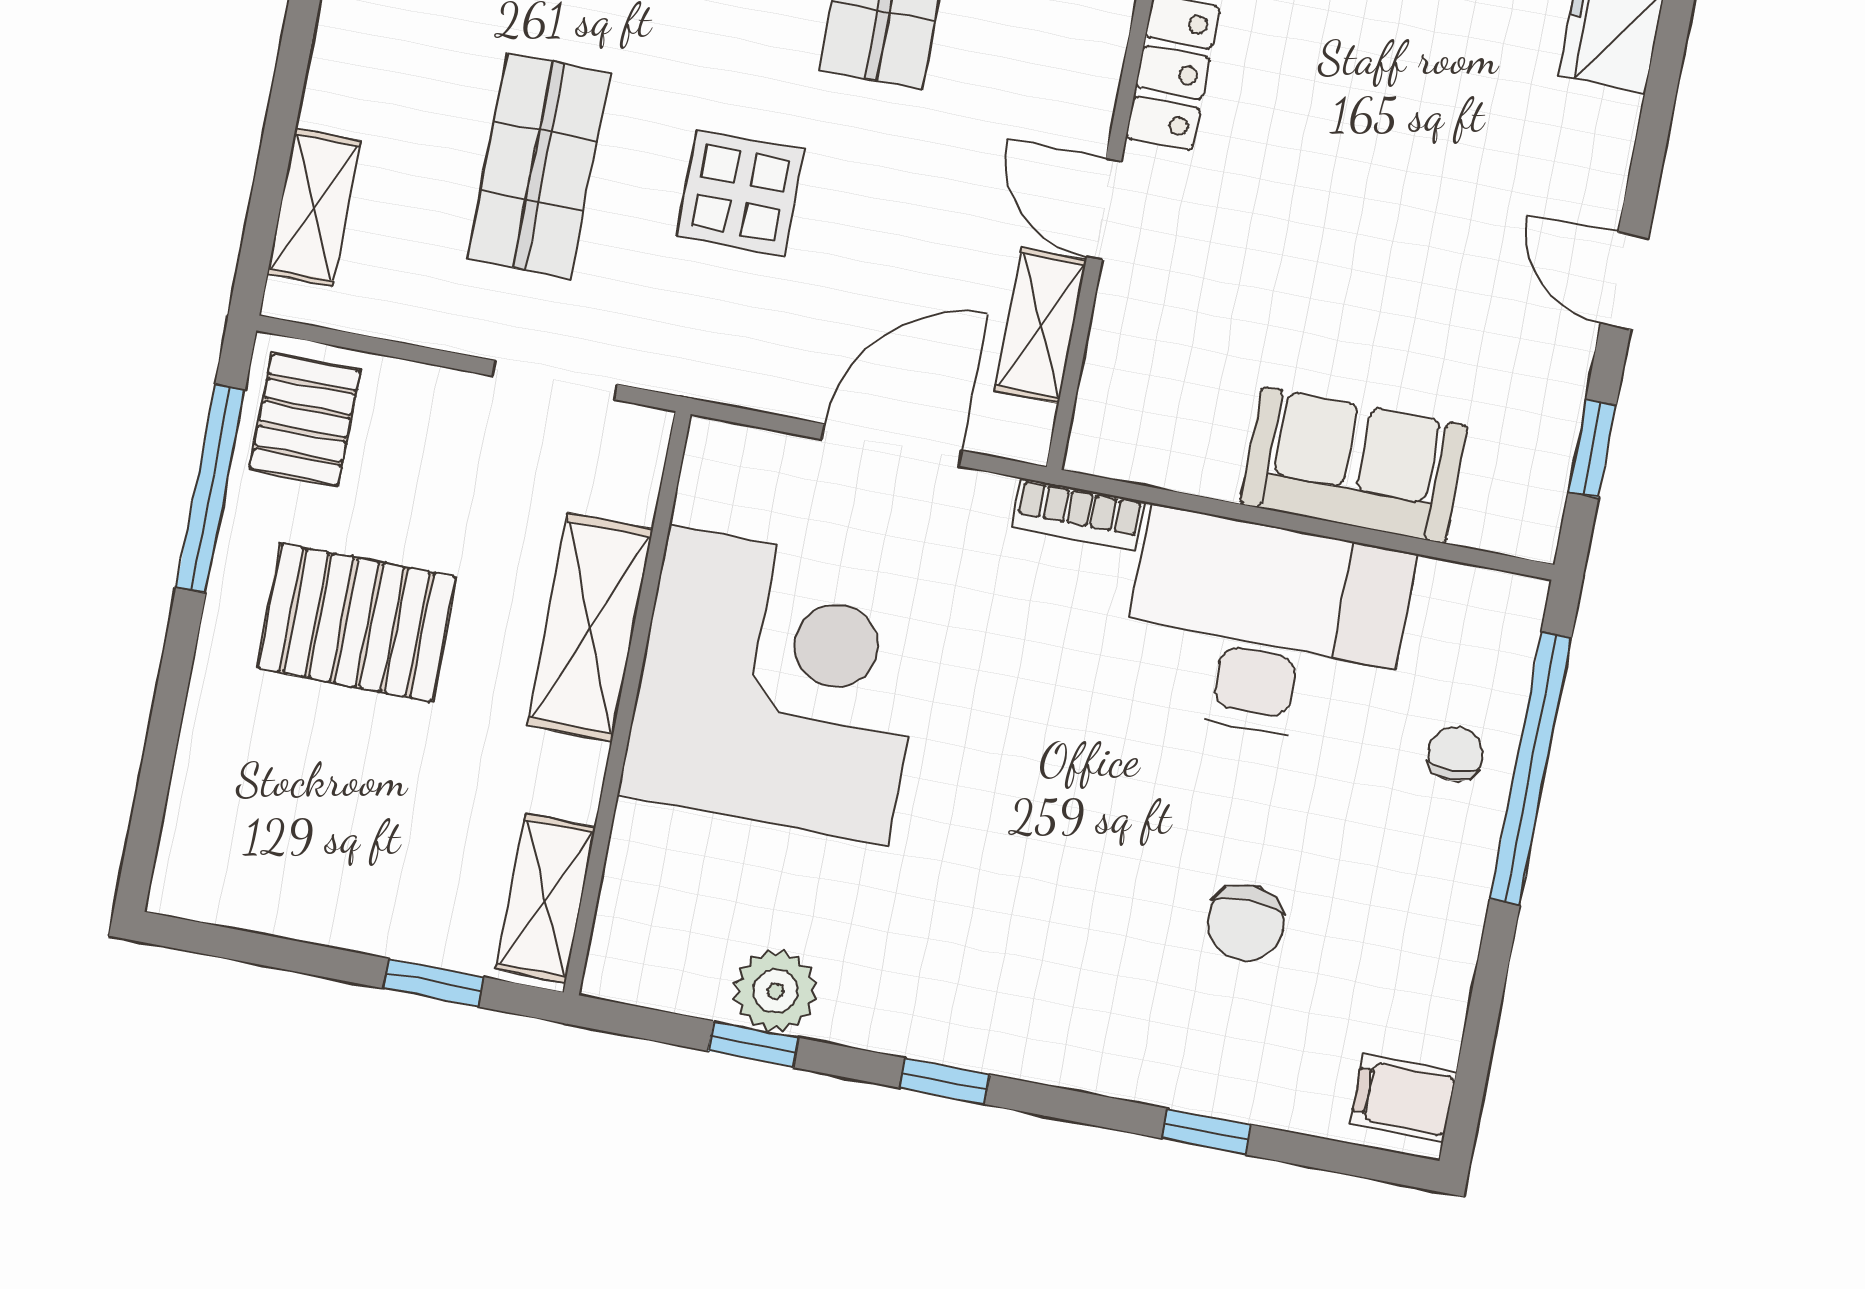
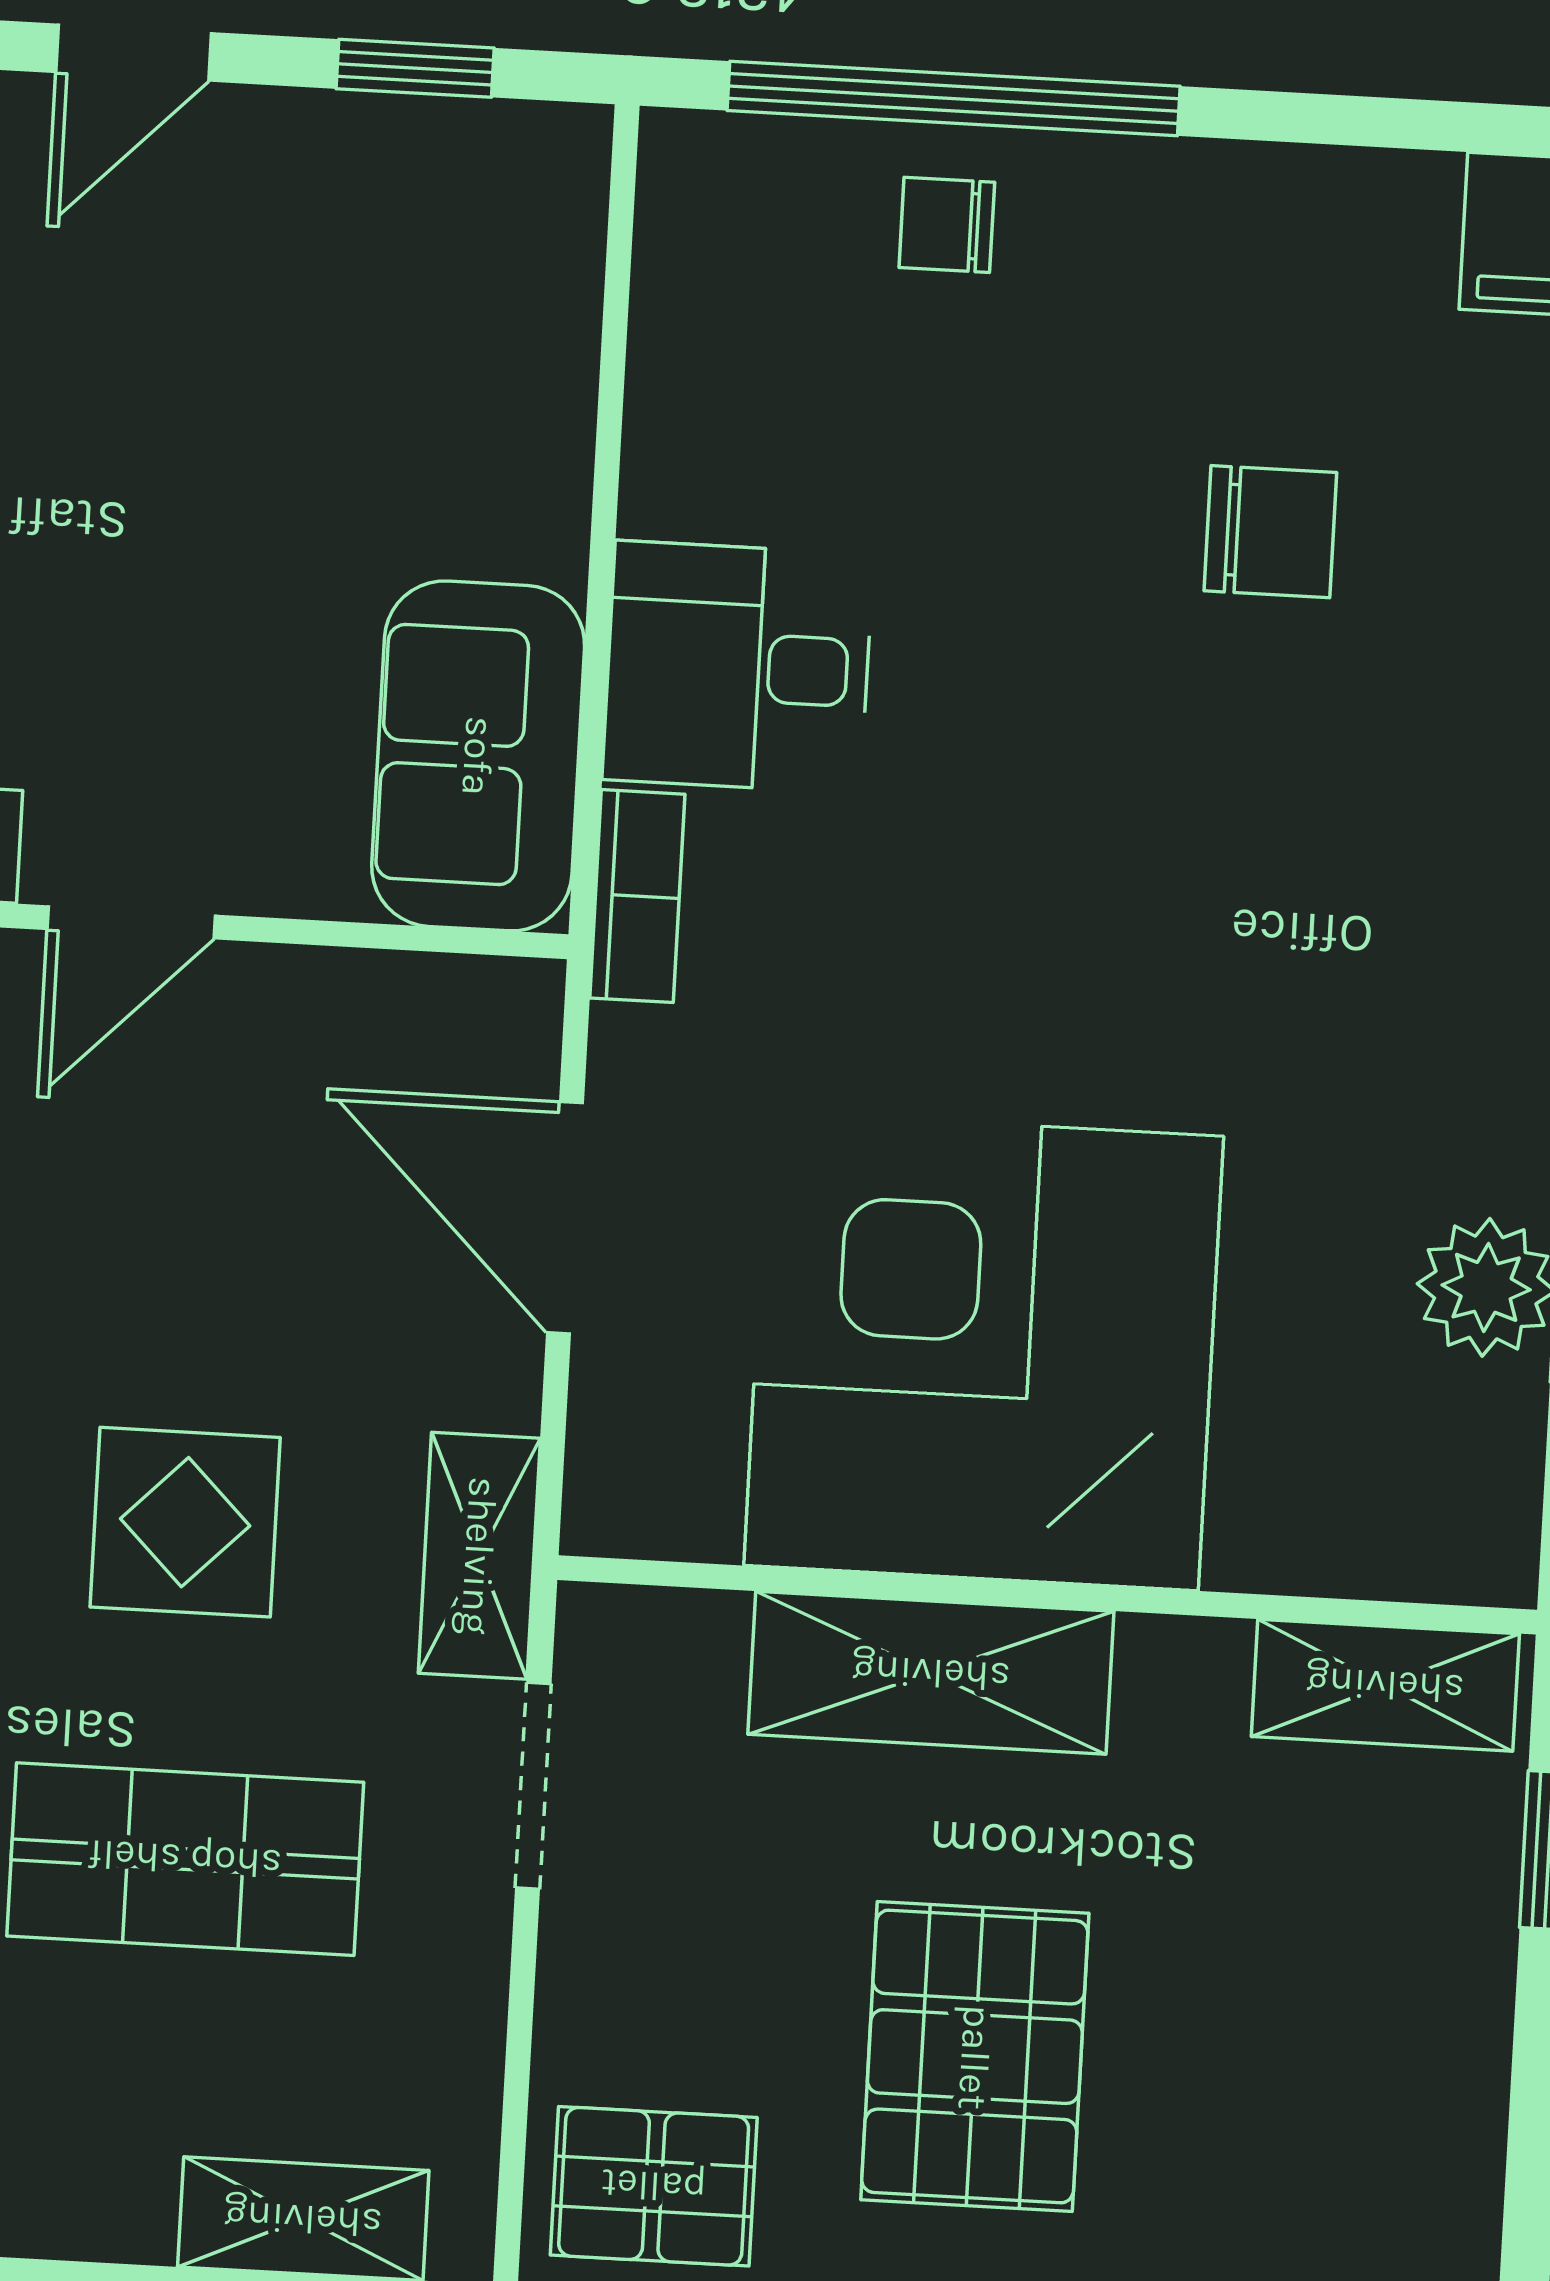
shelving: (1040, 326) -> (479, 1556), moved, turned 90
sofa: (1354, 465) -> (478, 756), moved
desk: (1265, 628) -> (738, 667), width x0.53, depth x0.77

